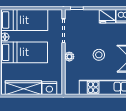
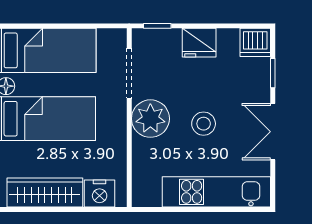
fridge: (107, 16) -> (199, 43), moved
plant: (69, 57) -> (150, 119), width x1.88, depth x1.88

